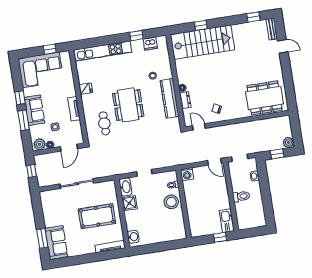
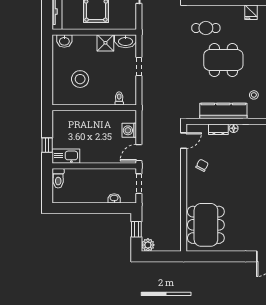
washing machine: (187, 174) -> (129, 130), moved
toilet: (241, 196) -> (58, 178), moved
stool: (171, 202) -> (80, 79), moved

